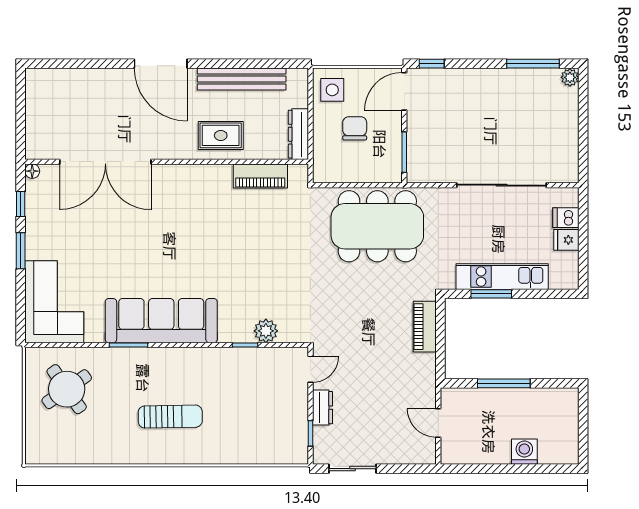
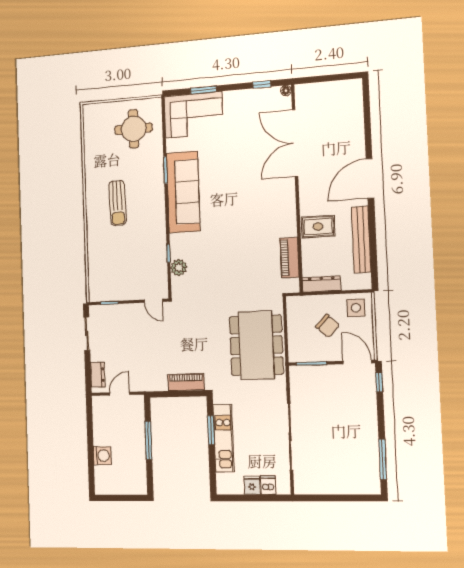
plant: (570, 77) -> (373, 488), removed
chair: (355, 128) -> (328, 326), turned 44
rug: (221, 135) -> (318, 227), turned 90
window: (21, 251) -> (204, 90), moved
round table: (67, 389) -> (134, 129), turned 35
dresser: (322, 408) -> (98, 375), moved, turned -90

